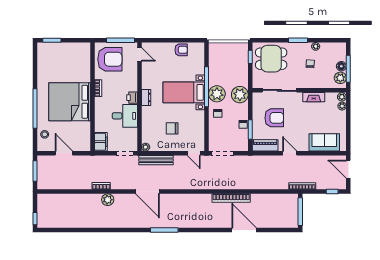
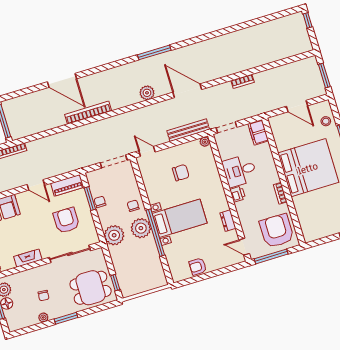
armchair: (110, 59) -> (277, 231), turned 90
dresser: (146, 97) -> (228, 221), moved
armchair: (274, 118) -> (66, 220), turned 90
plant: (108, 200) -> (147, 93), moved

